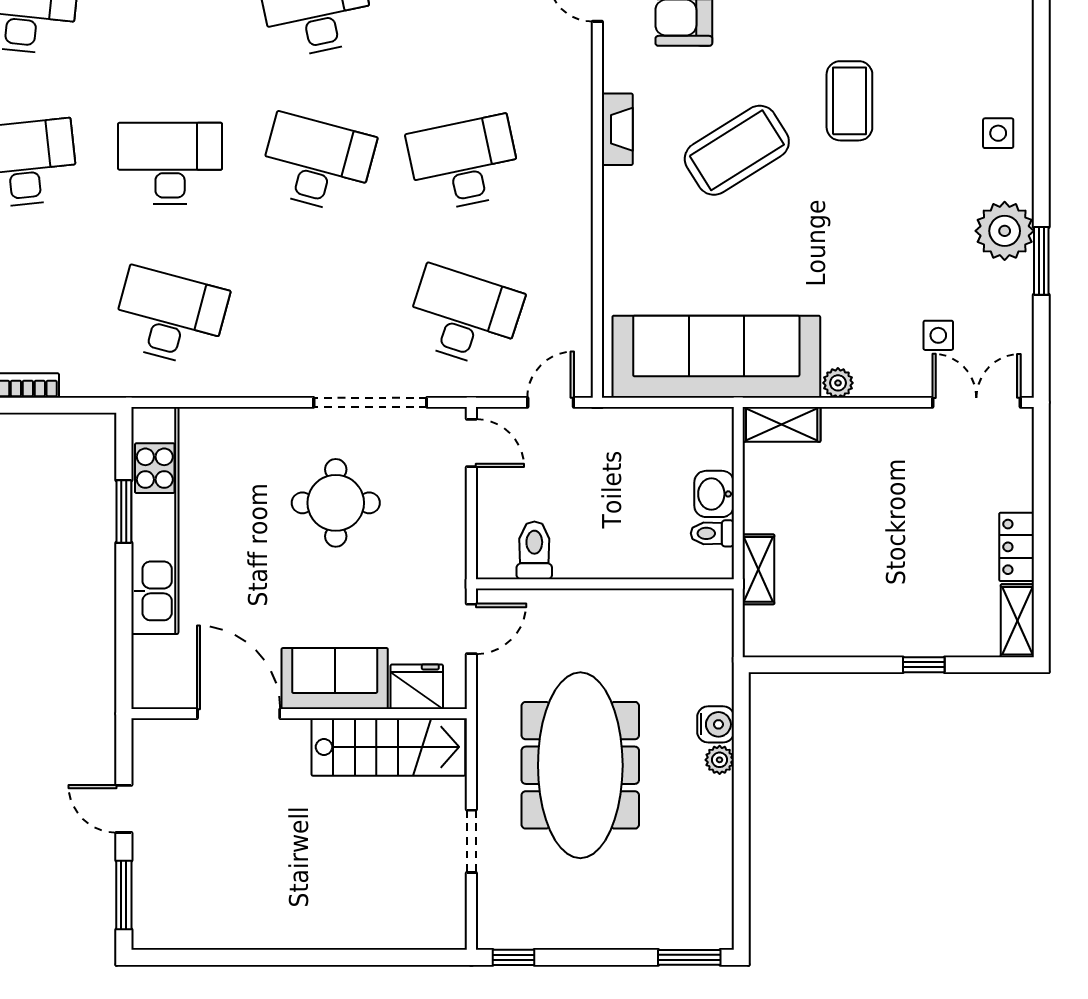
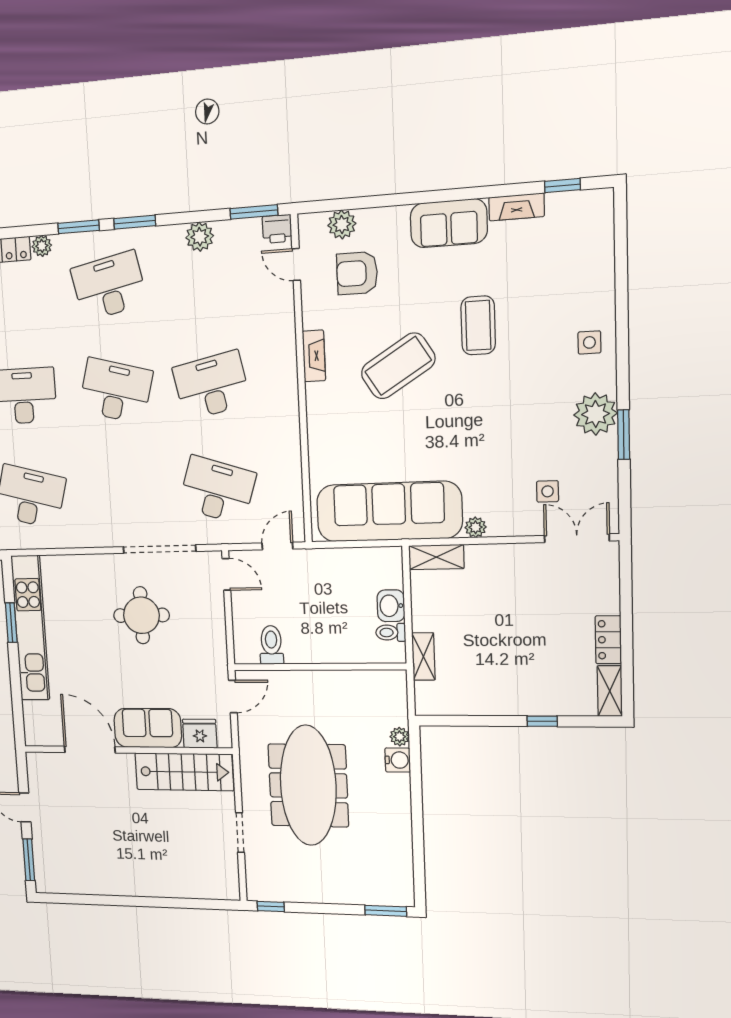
plant: (720, 760) -> (400, 737), moved

